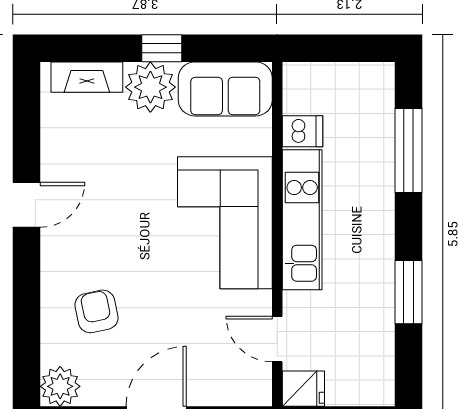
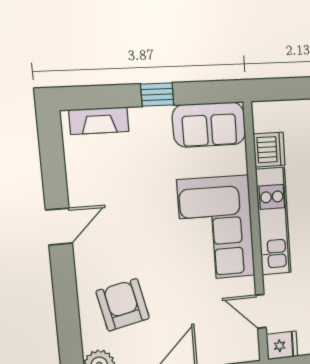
plant: (150, 87) -> (151, 126), removed
dishwasher: (303, 131) -> (269, 150), width x1.38
armchair: (96, 311) -> (123, 305), width x1.38, depth x1.38

